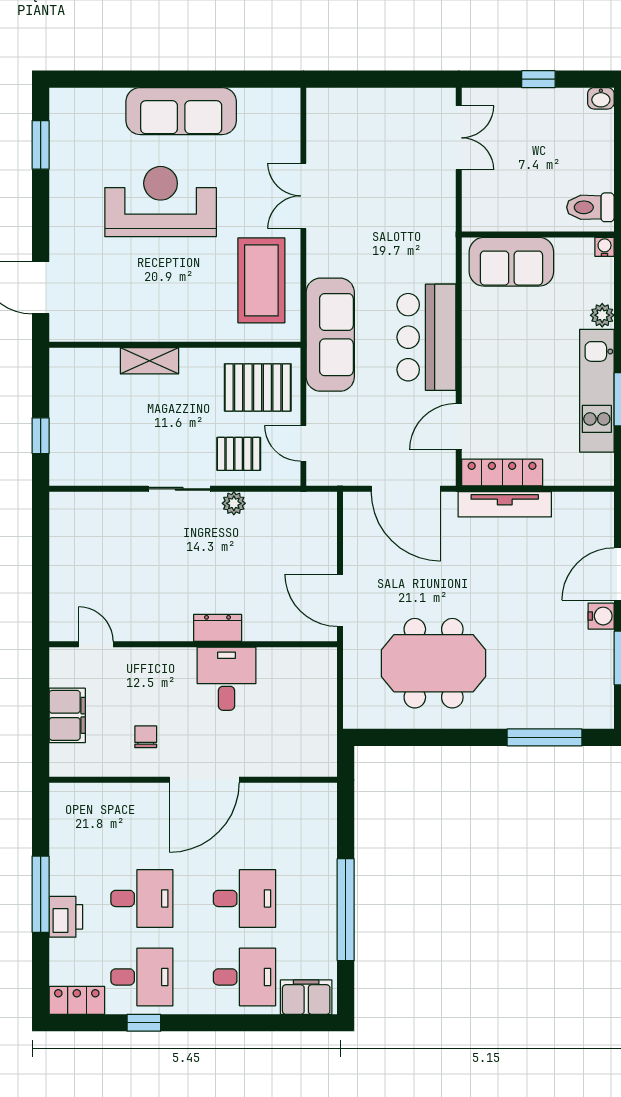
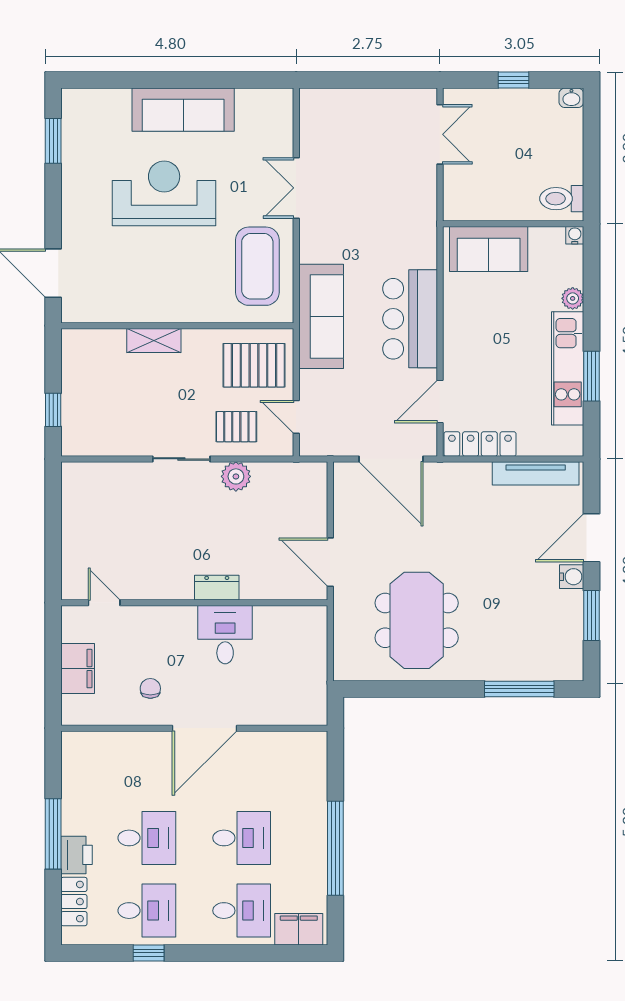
plant: (234, 503) -> (236, 476), width x1.38, depth x1.38
tv unit: (505, 504) -> (536, 473), moved
meeting table: (434, 663) -> (417, 620), turned 90
locker: (77, 1000) -> (74, 902), moved, turned 90

